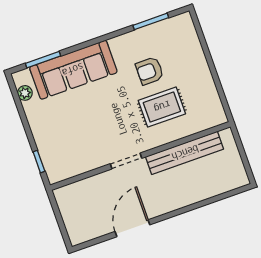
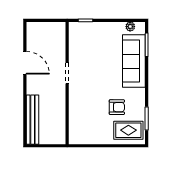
armchair: (150, 71) -> (117, 107), turned 90
rug: (162, 107) -> (128, 130), moved, turned 90
bench: (185, 153) -> (33, 120), moved

